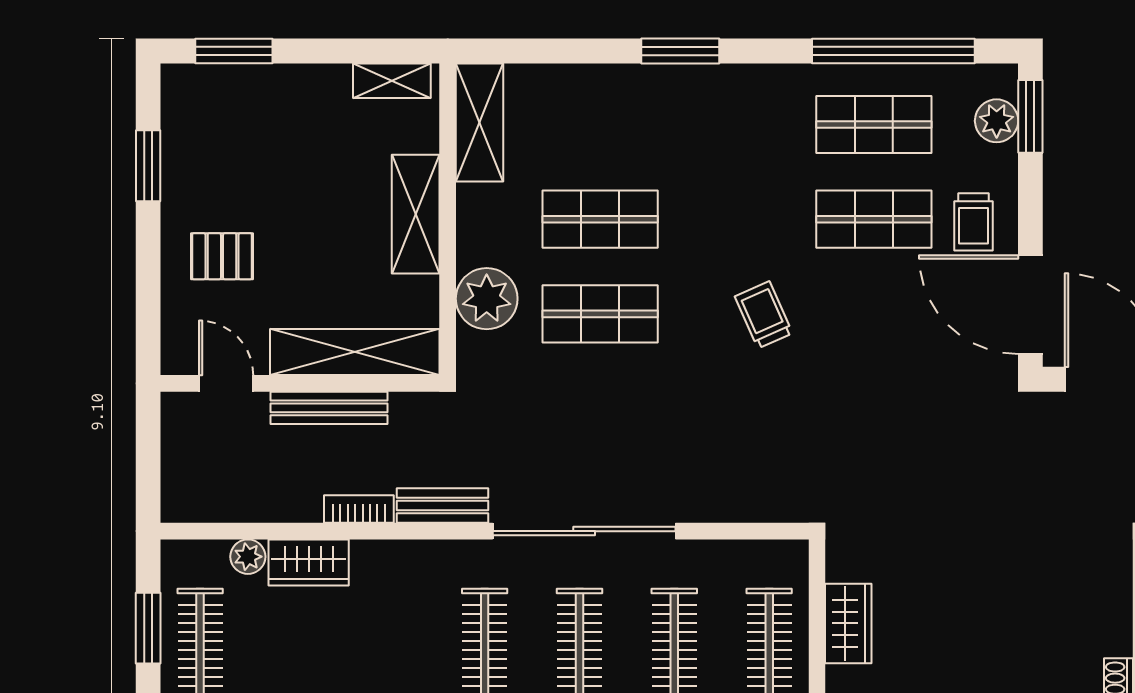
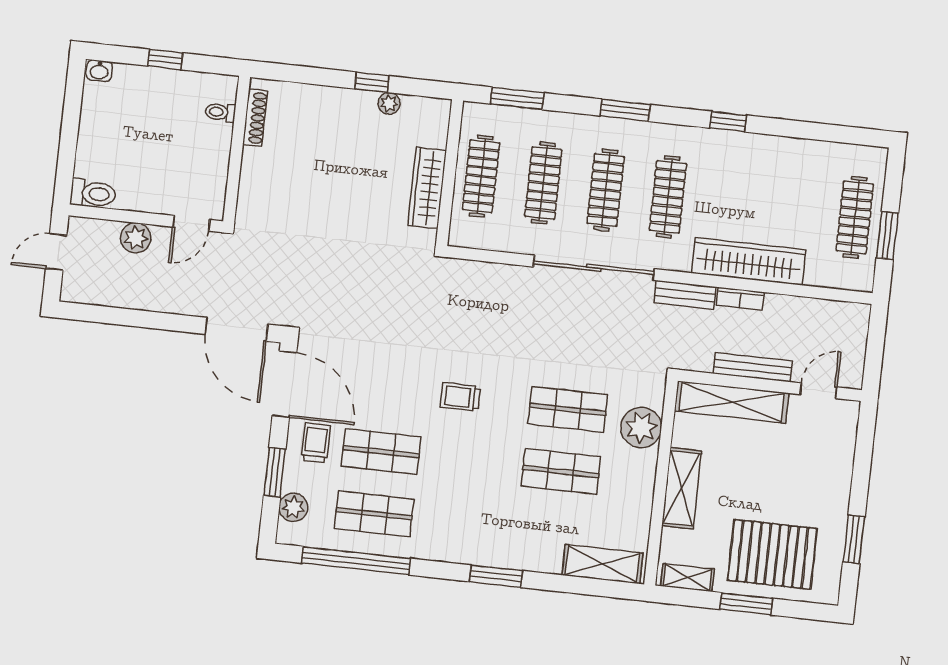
window: (234, 51) -> (746, 604), moved
window: (1030, 116) -> (275, 472), moved
shelving: (480, 122) -> (603, 564), moved, turned 90
pallet: (222, 256) -> (772, 554), moved, width x2.05, depth x2.00
trolley: (764, 315) -> (460, 397), turned 114
door: (226, 383) -> (818, 391), swing flipped
plant: (248, 557) -> (817, 275), removed
wardrobe: (309, 562) -> (749, 261), width x2.10, depth x1.17
wardrobe: (848, 623) -> (427, 188), width x1.50

